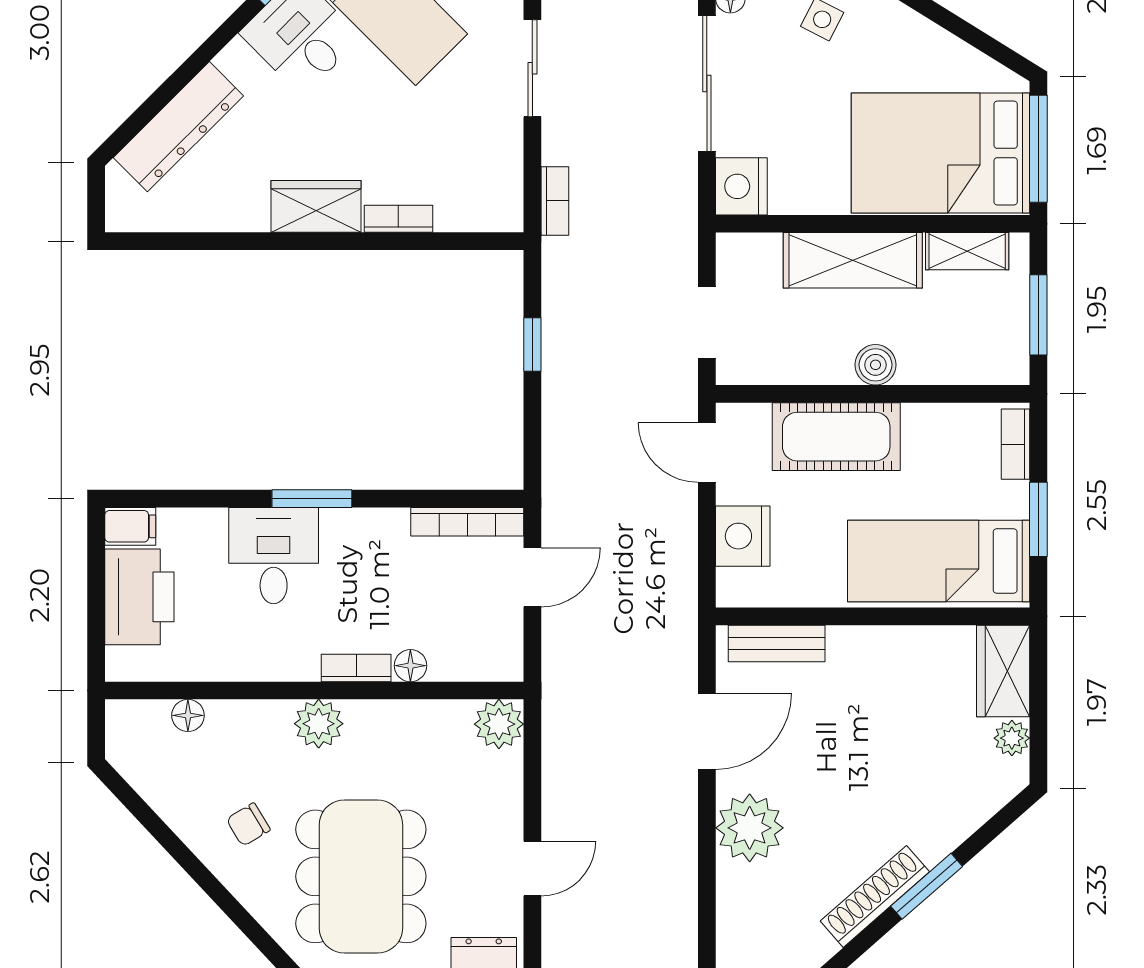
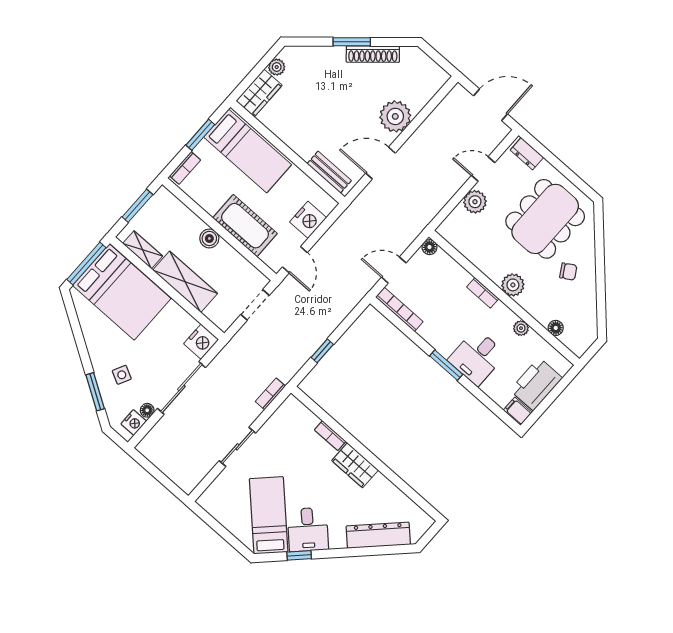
plant: (244, 665) -> (521, 328), added
floor lamp: (410, 666) -> (429, 247), moved
plant: (499, 724) -> (475, 202), moved

